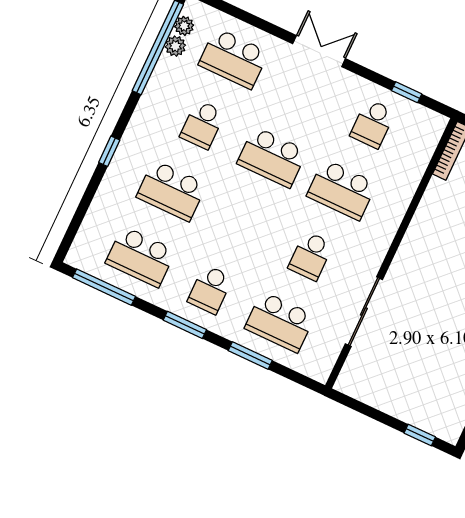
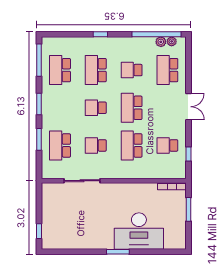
school desk: (210, 289) -> (96, 108), moved

